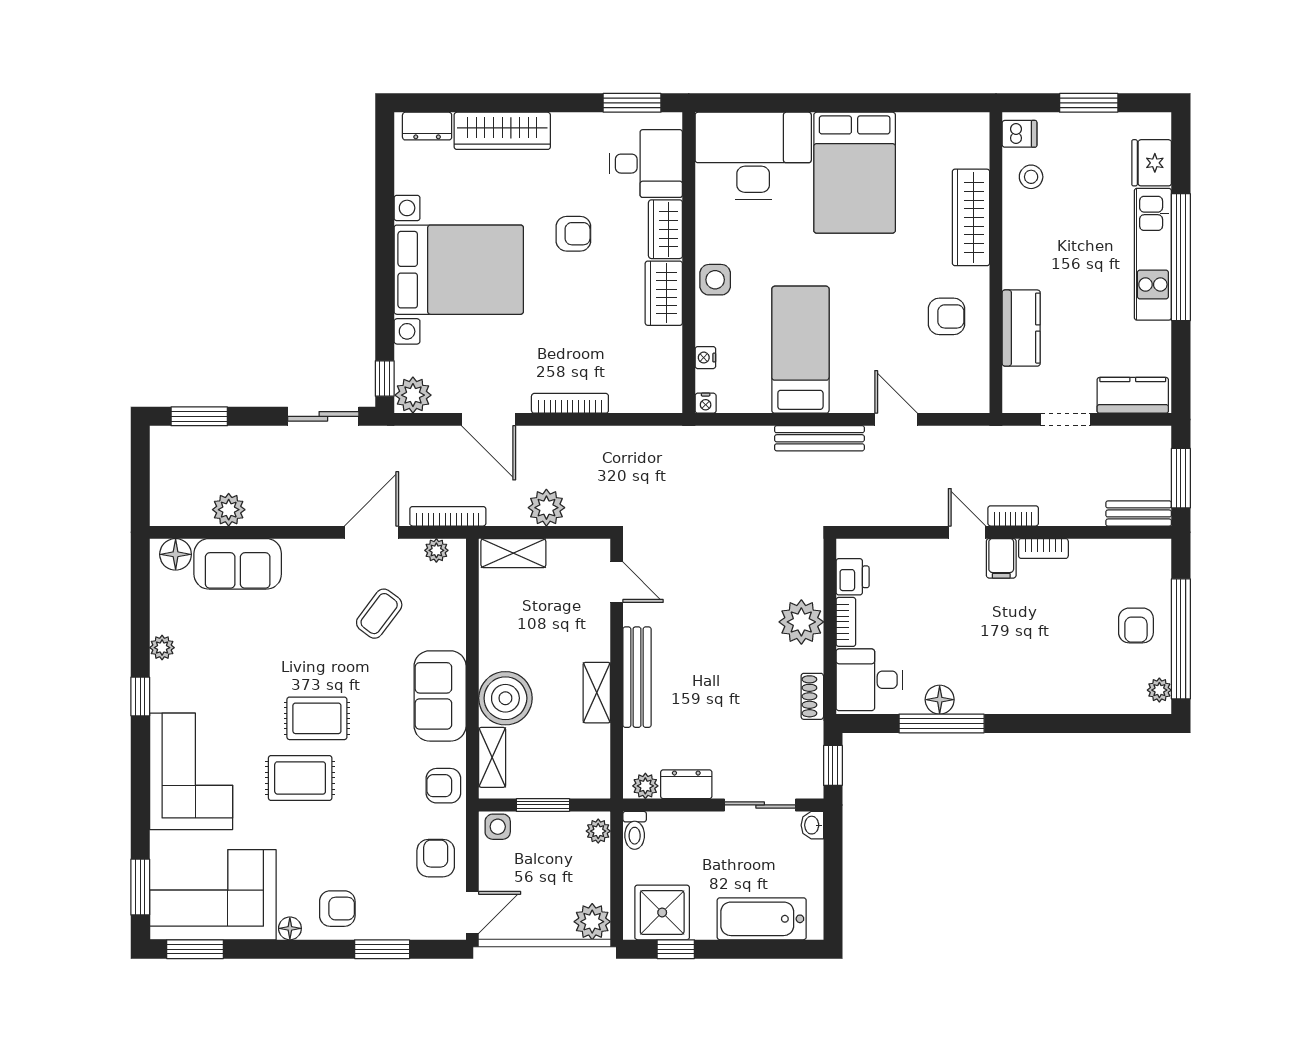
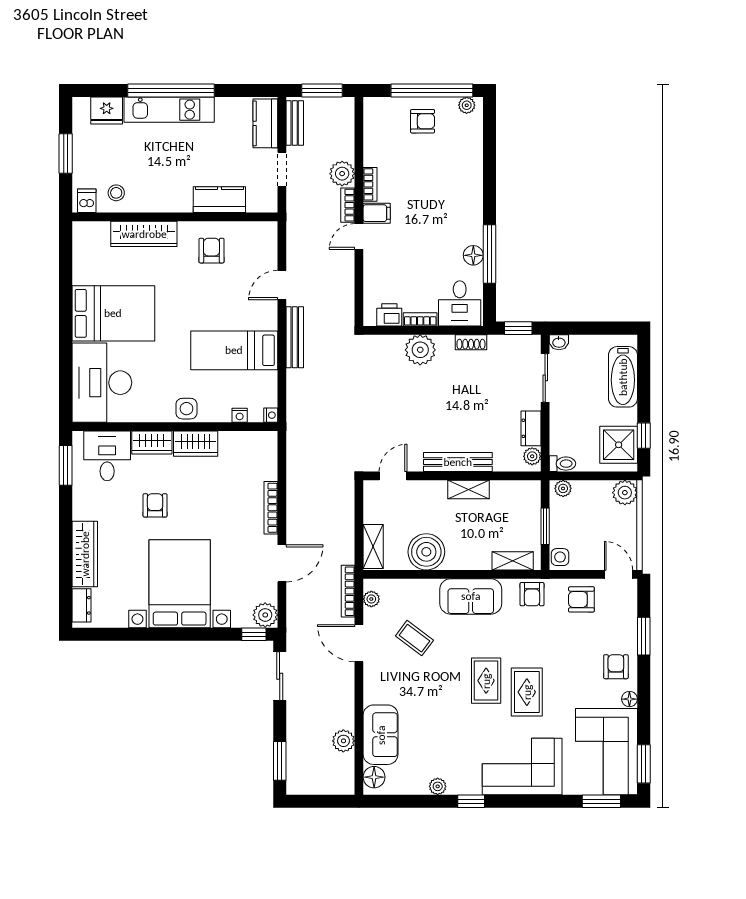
plant: (546, 508) -> (342, 174), moved
bench: (1139, 513) -> (295, 123), moved
boiler: (505, 698) -> (426, 552), moved

